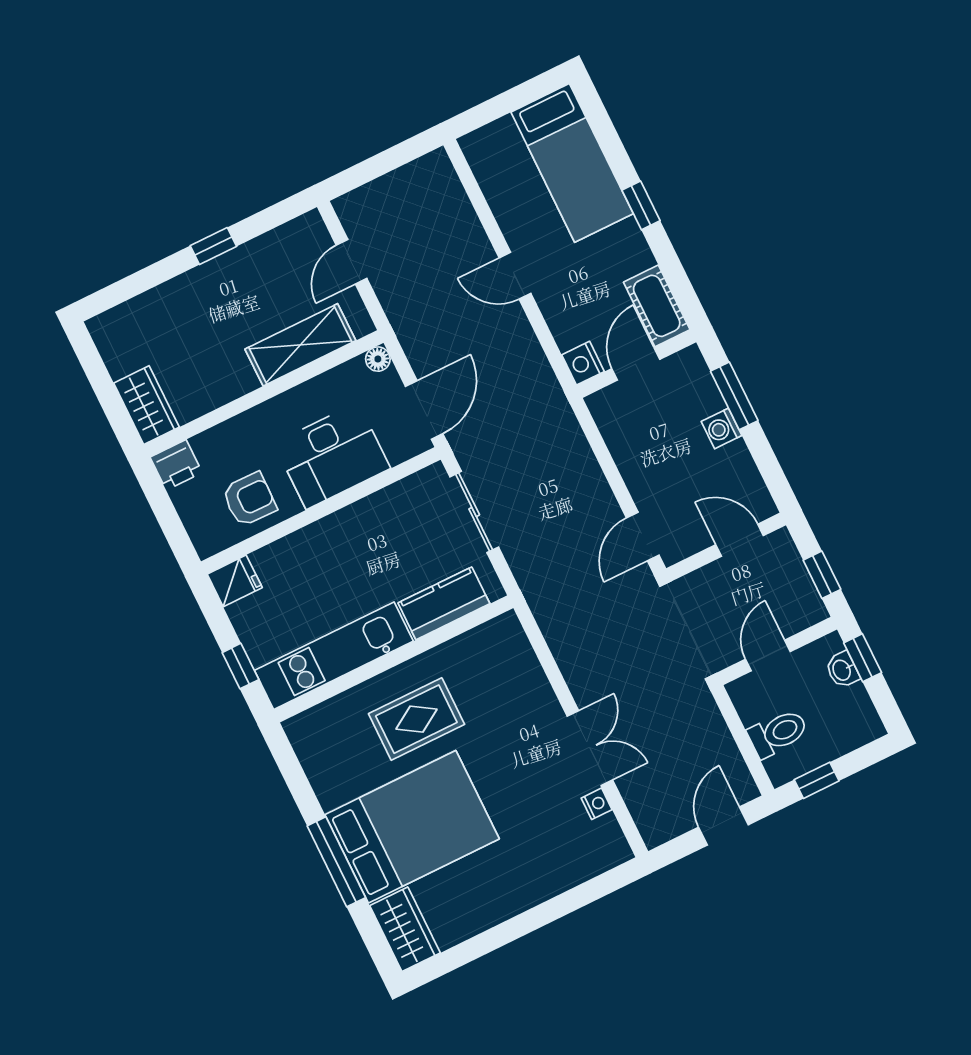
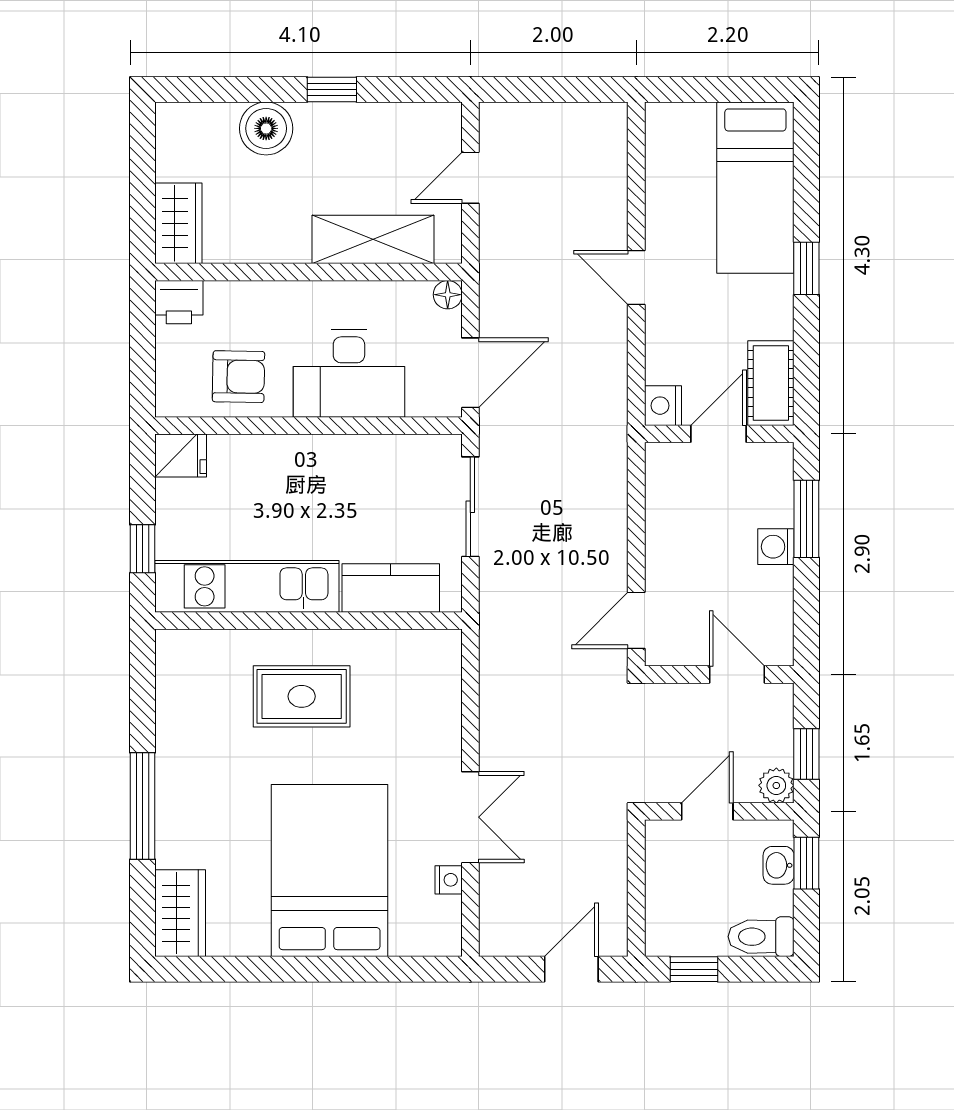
boiler: (178, 300) -> (266, 128), added
plant: (811, 610) -> (776, 785), added
toilet: (778, 733) -> (761, 937), moved, turned 180
bed: (412, 827) -> (330, 871), moved, turned -90

